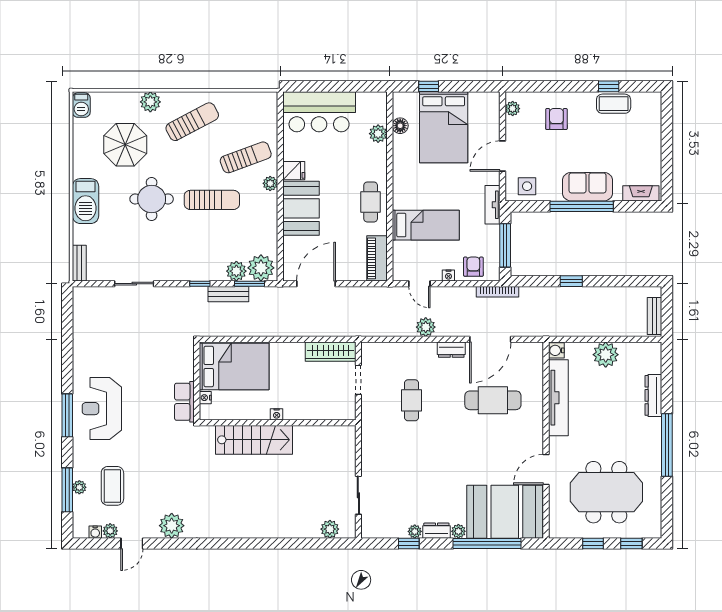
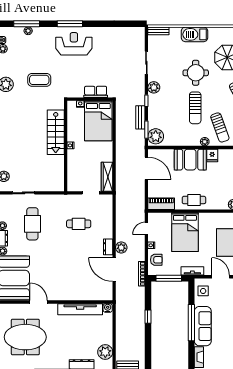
sofa: (587, 187) -> (203, 326), width x1.36
bed: (426, 225) -> (185, 232), width x1.50
plant: (236, 271) -> (154, 87), moved
plant: (426, 327) -> (121, 248), moved
plant: (606, 355) -> (105, 352), moved
cafe table: (493, 400) -> (32, 224), moved
row of seats: (184, 402) -> (96, 92), moved
coffee table: (112, 486) -> (39, 80), moved
meeting table: (606, 492) -> (25, 337), turned 90

